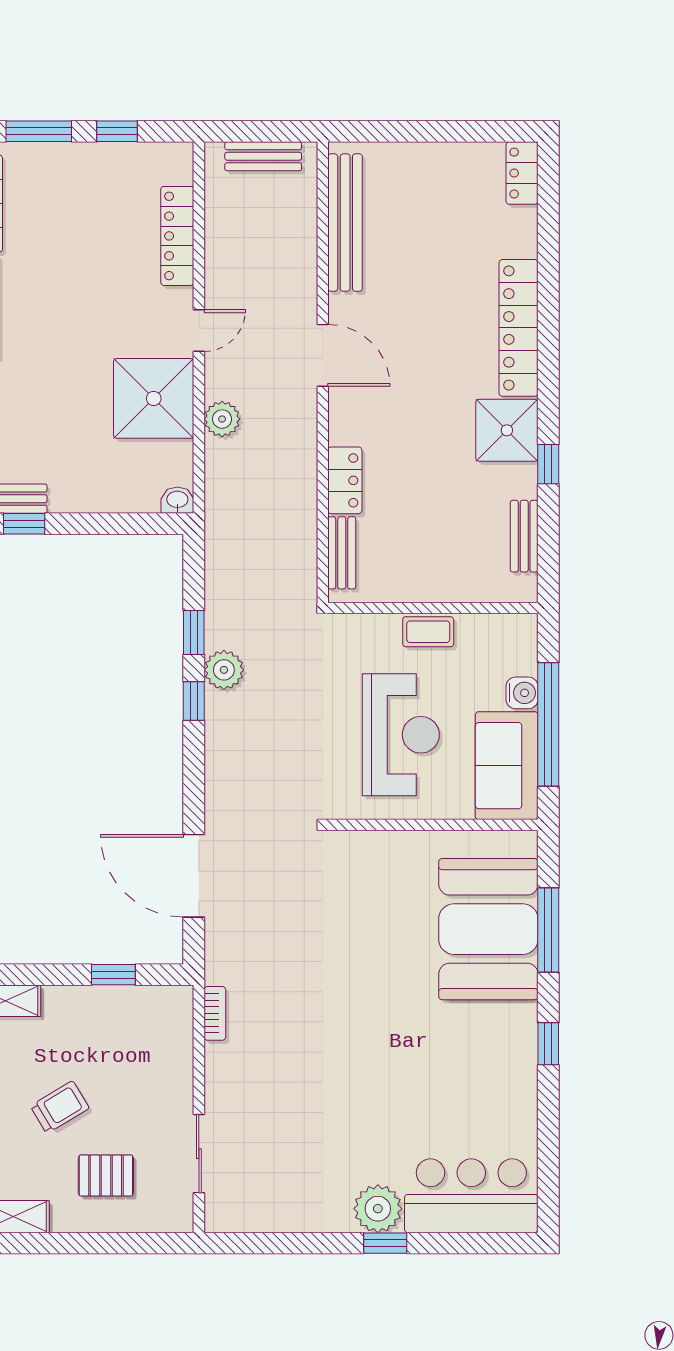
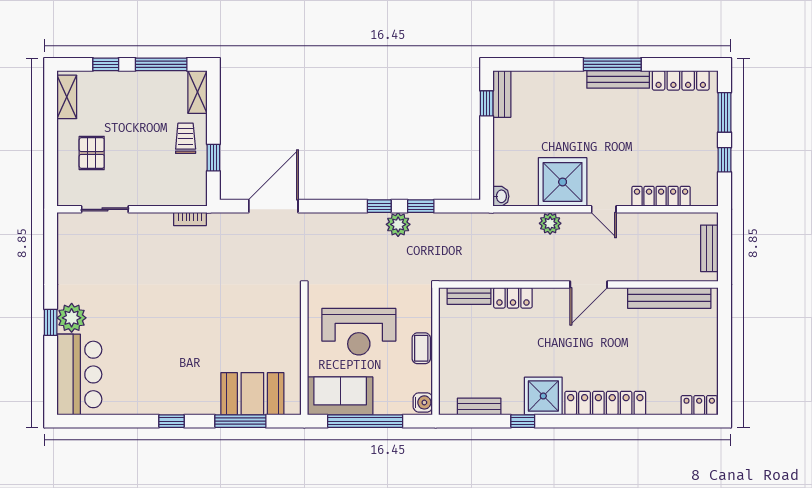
water cooler: (522, 693) -> (423, 402), moved, turned -90
booth: (488, 929) -> (252, 394), width x0.73, depth x0.70
trolley: (60, 1107) -> (186, 138), moved, turned -149

